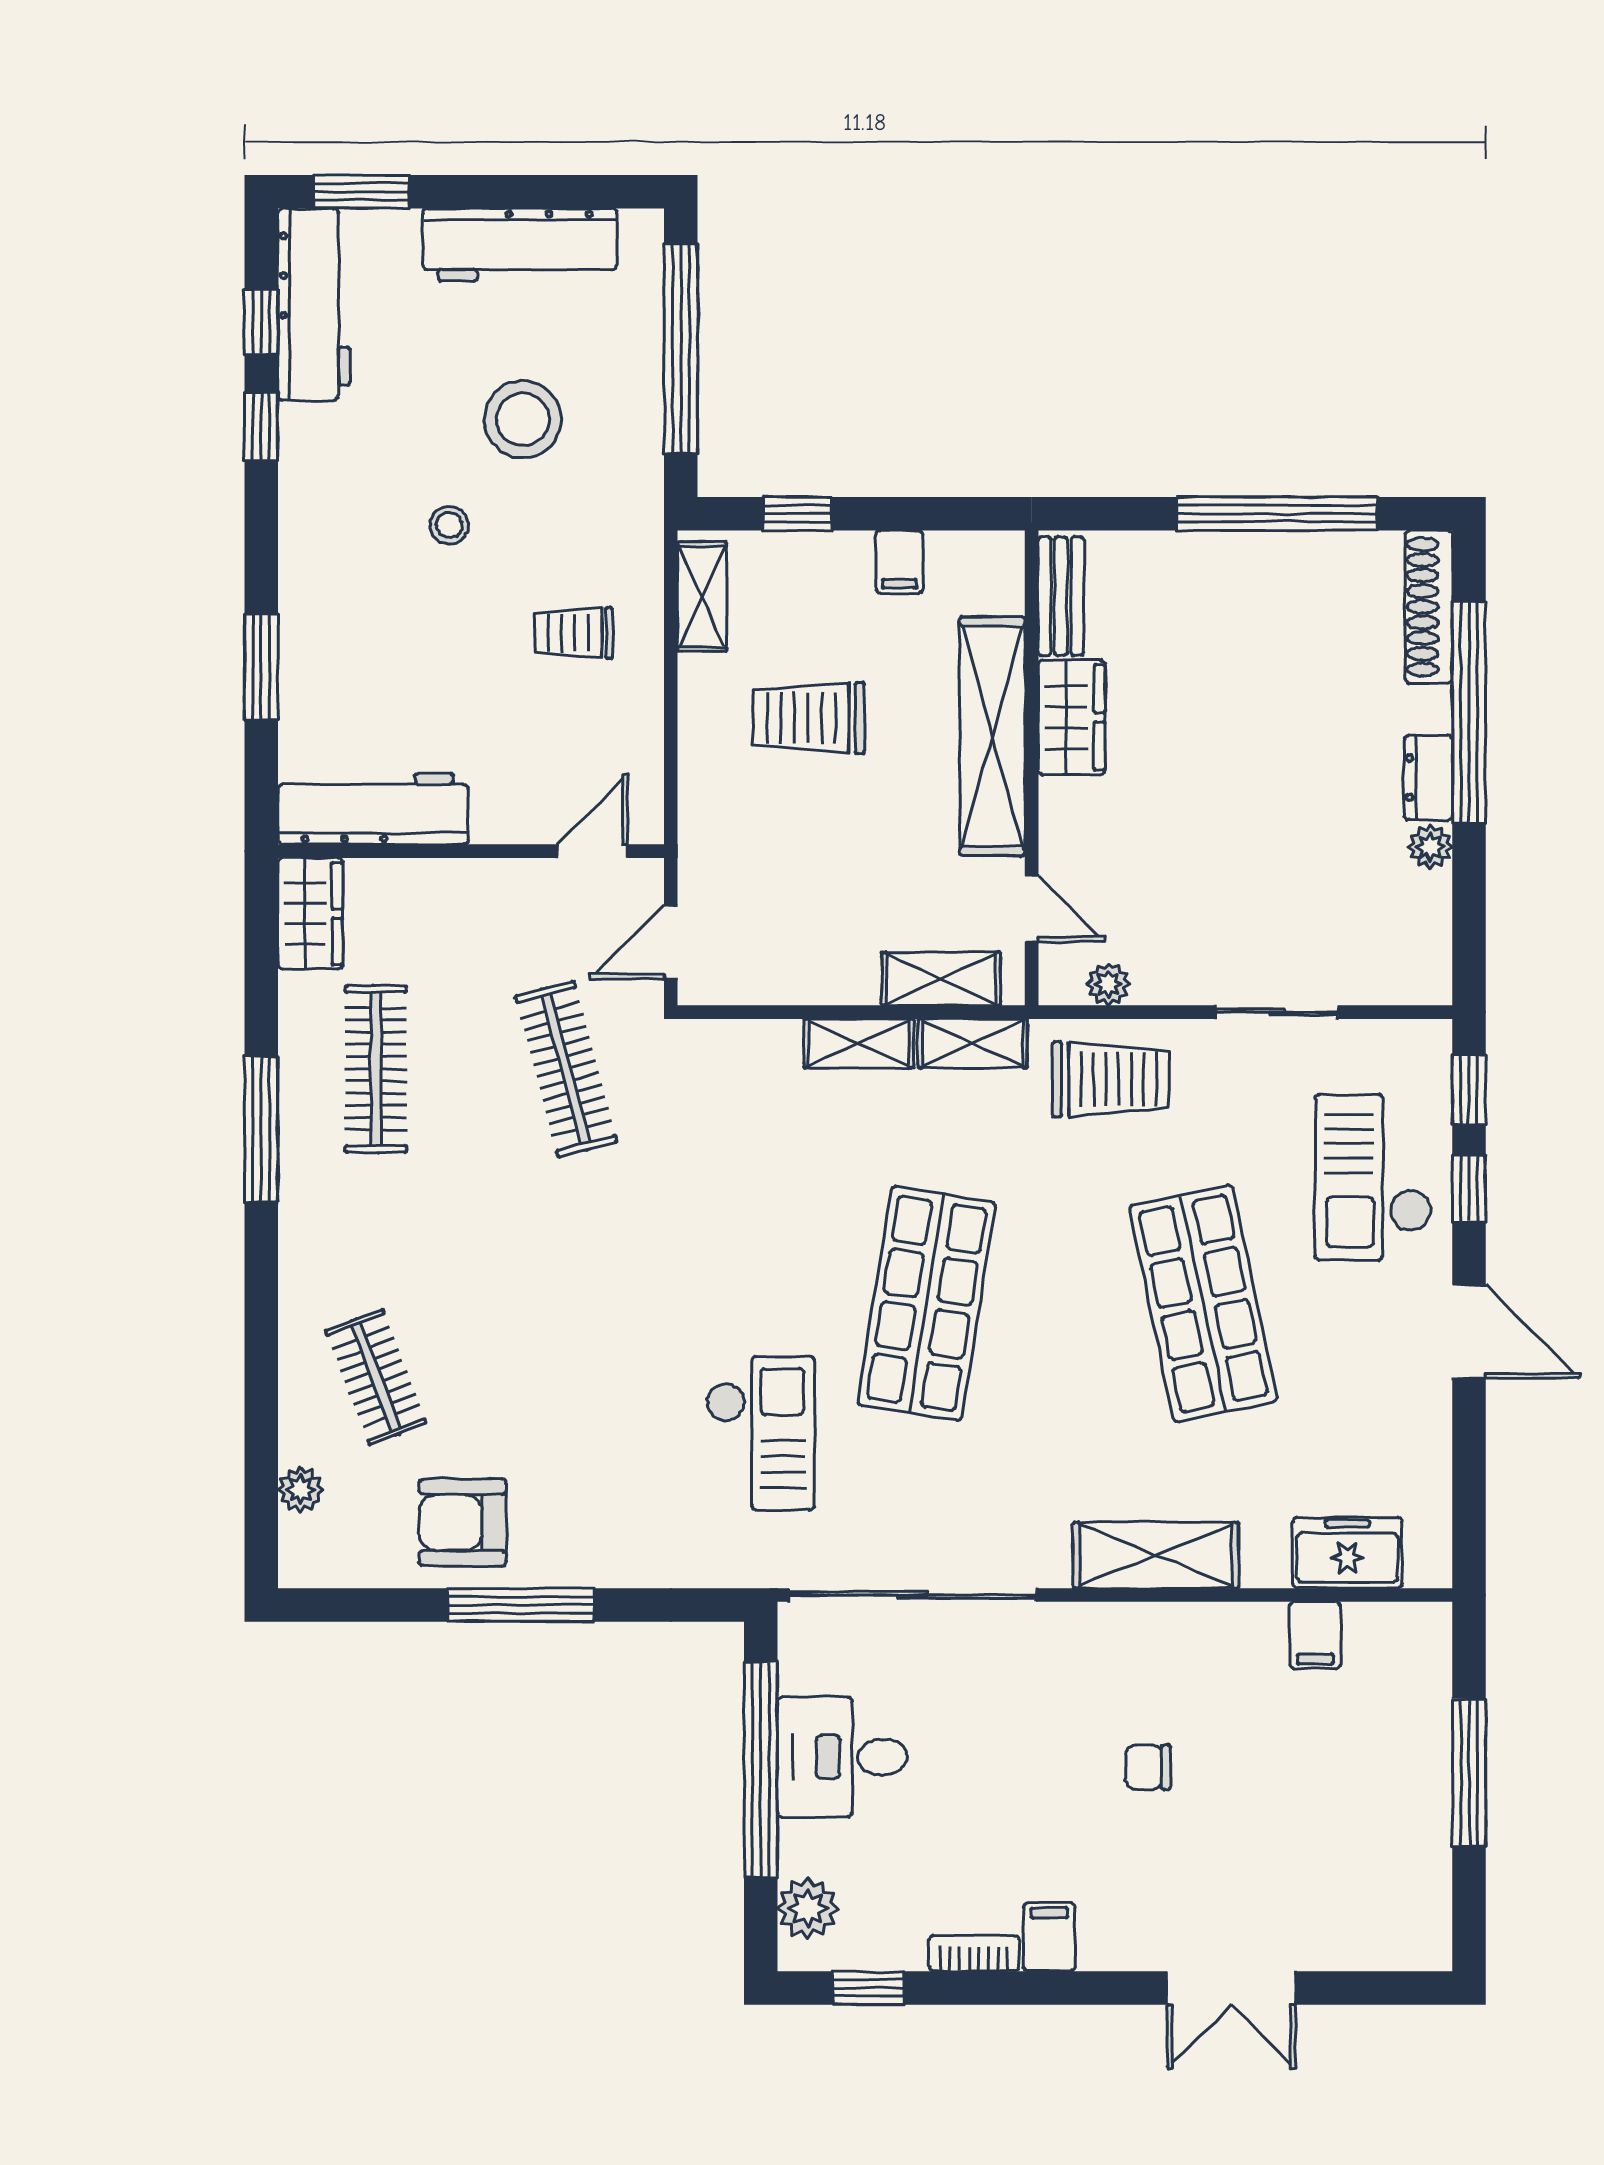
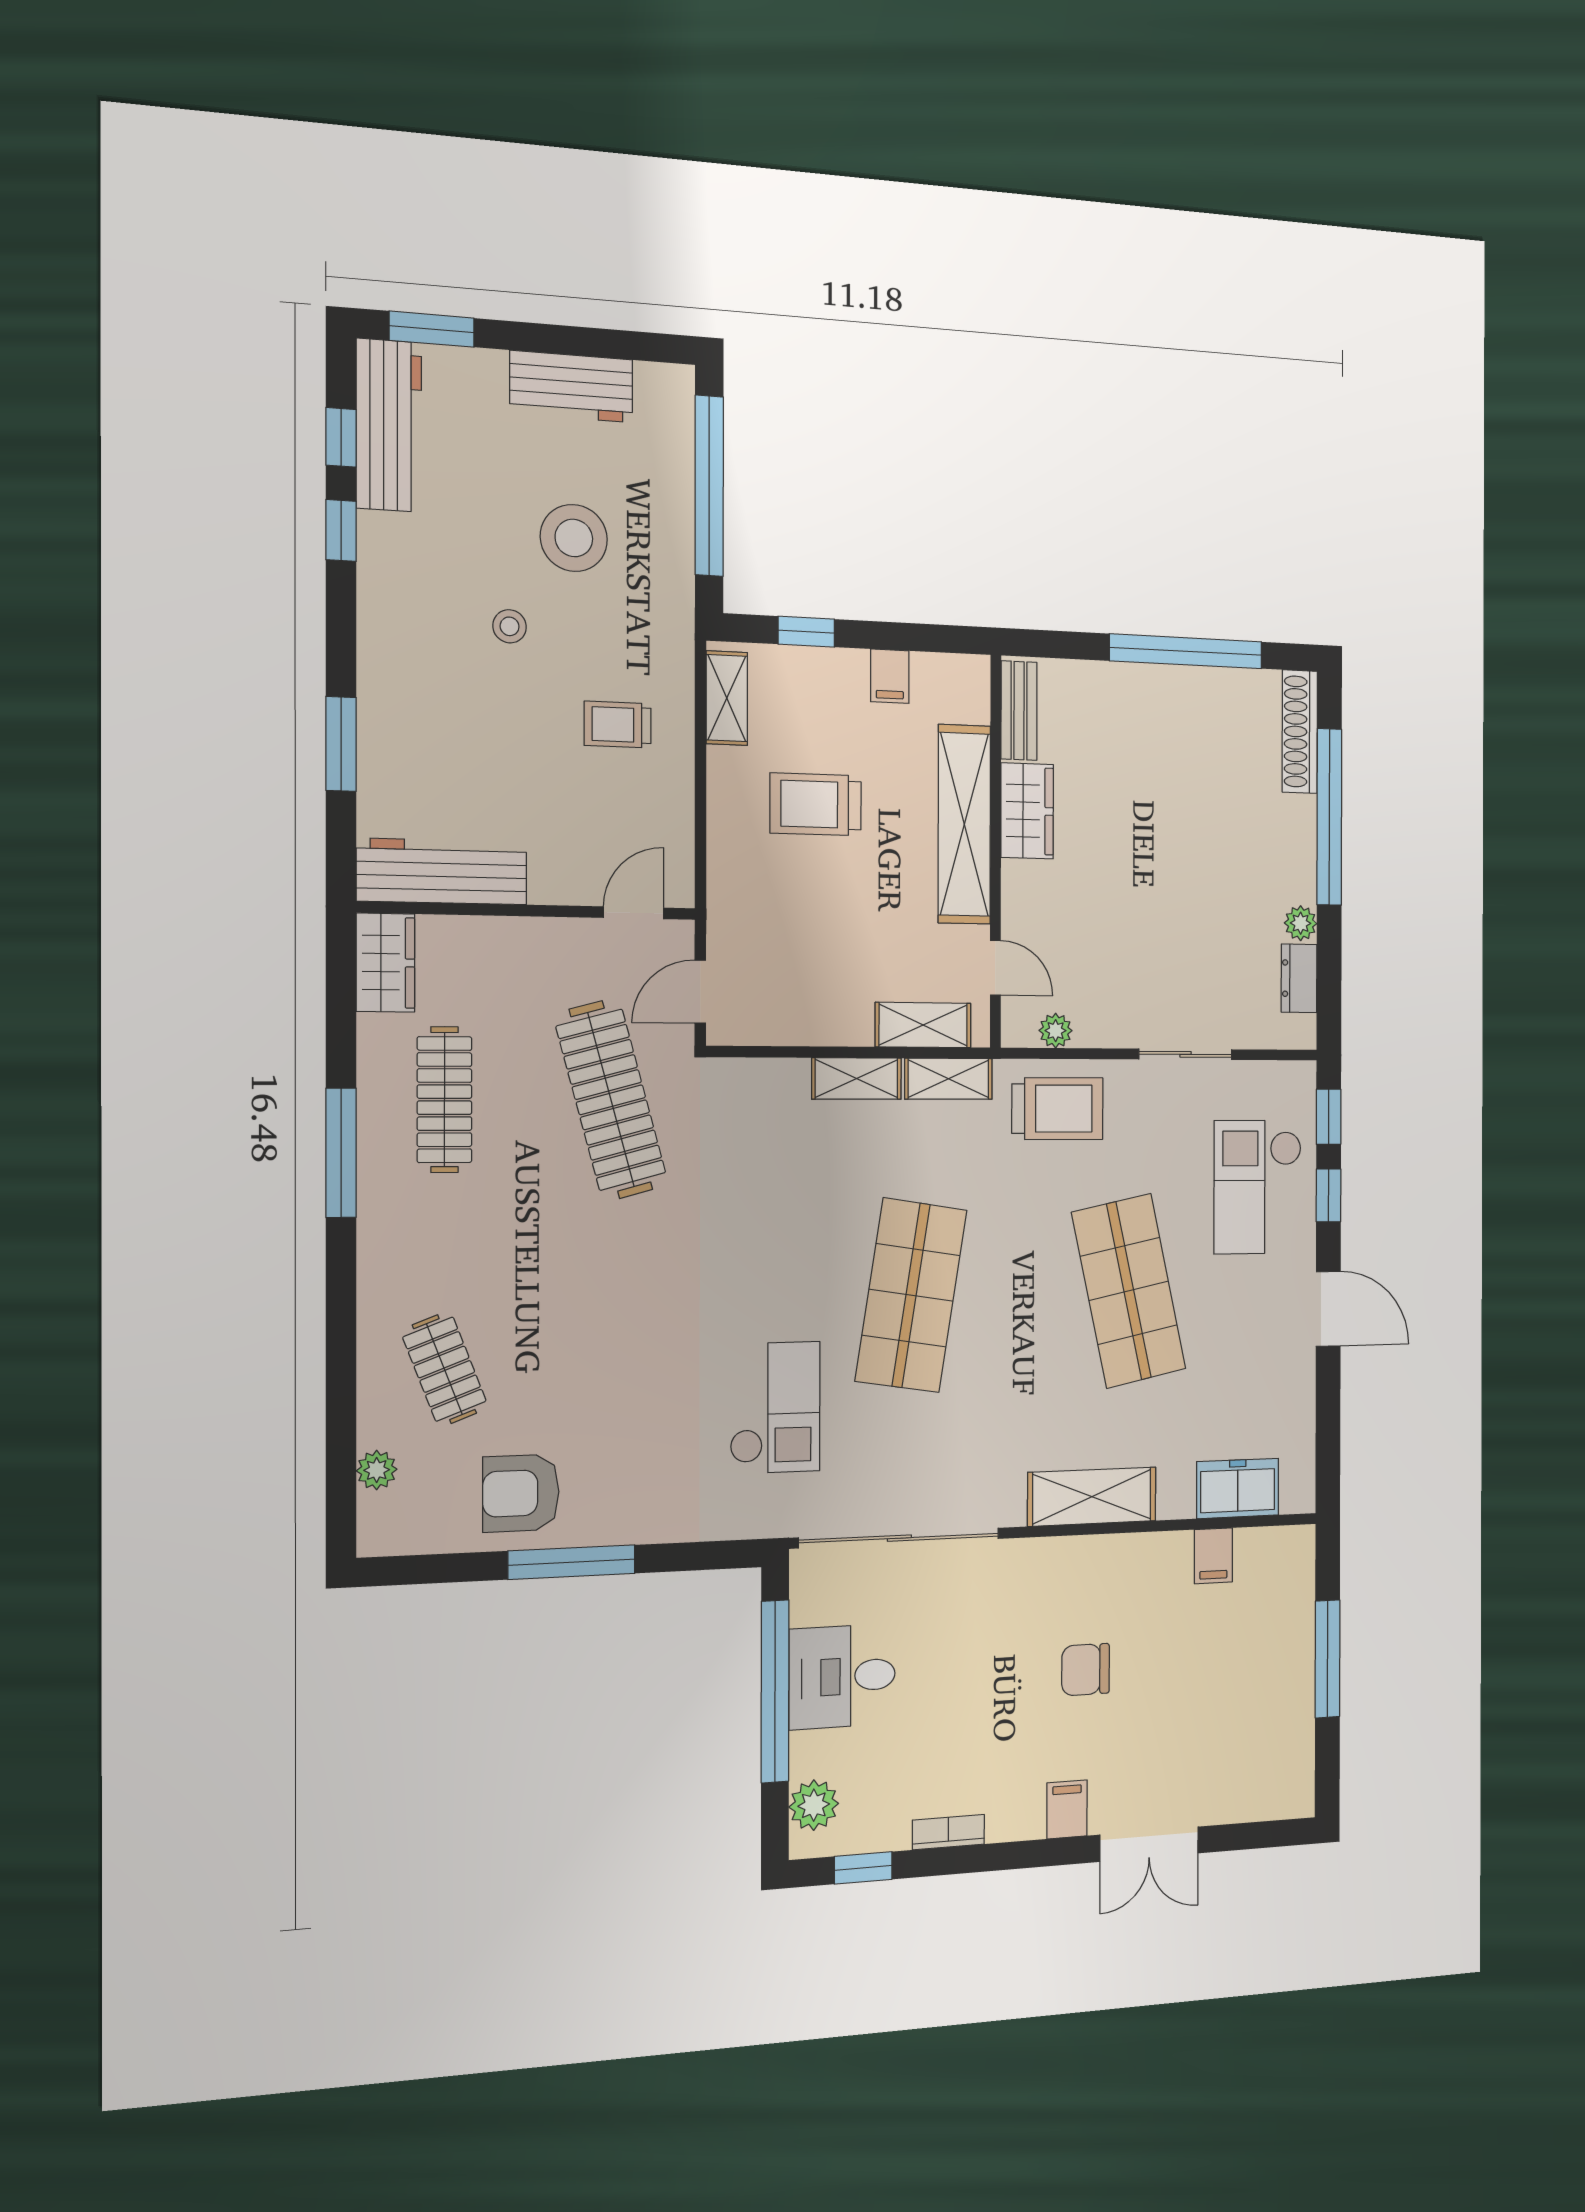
workbench: (520, 245) -> (571, 387), width x0.73
dresser: (1428, 778) -> (1299, 978), moved
clothes rail: (566, 1069) -> (611, 1100), width x1.37, depth x1.31
chair: (1148, 1767) -> (1086, 1670), width x1.37, depth x1.37
filing cabinet: (1049, 1937) -> (1067, 1809), moved

